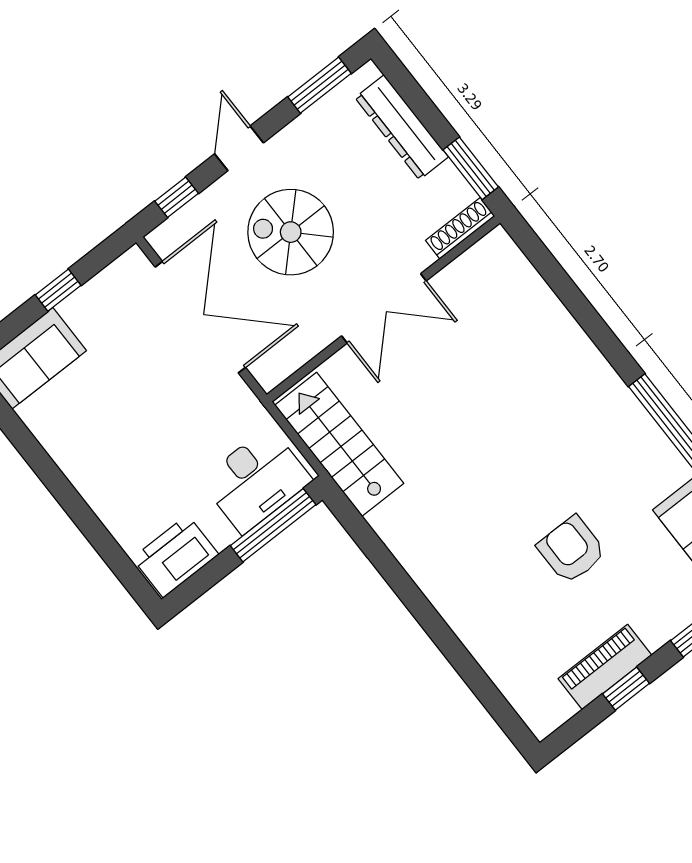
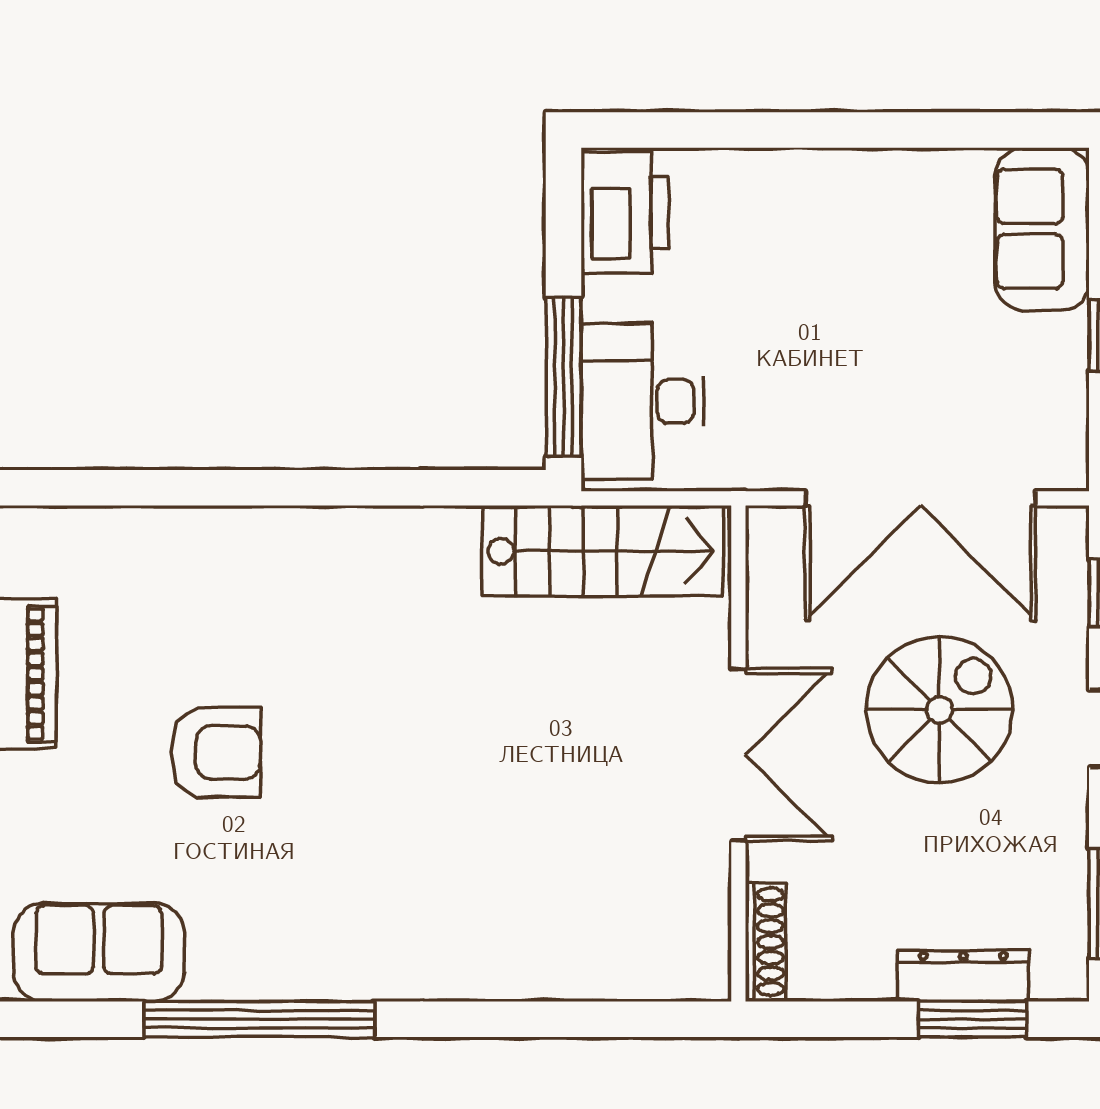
dresser: (402, 127) -> (963, 976), width x0.73, depth x0.80
window: (471, 168) -> (972, 1019), moved
double door: (384, 308) -> (738, 755), swing flipped

